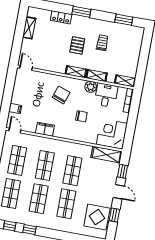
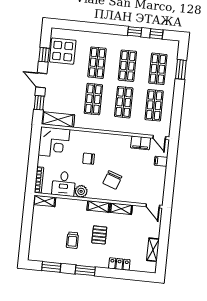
window: (81, 12) -> (85, 270), moved
shelving: (97, 76) -> (121, 209), moved
filing cabinet: (45, 129) -> (141, 143), moved

